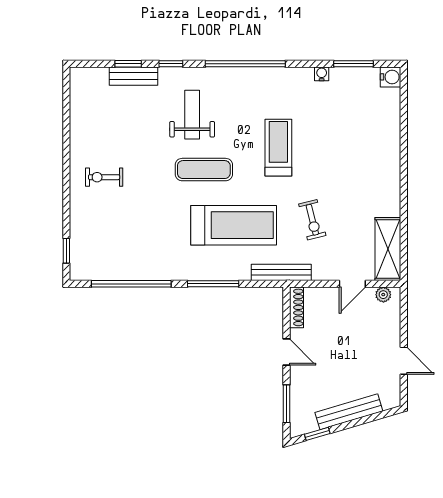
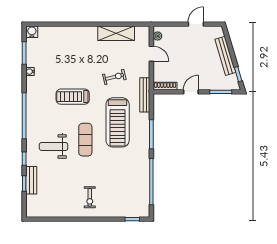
treadmill: (234, 225) -> (118, 122), turned 180
shelving: (388, 249) -> (116, 33), moved

